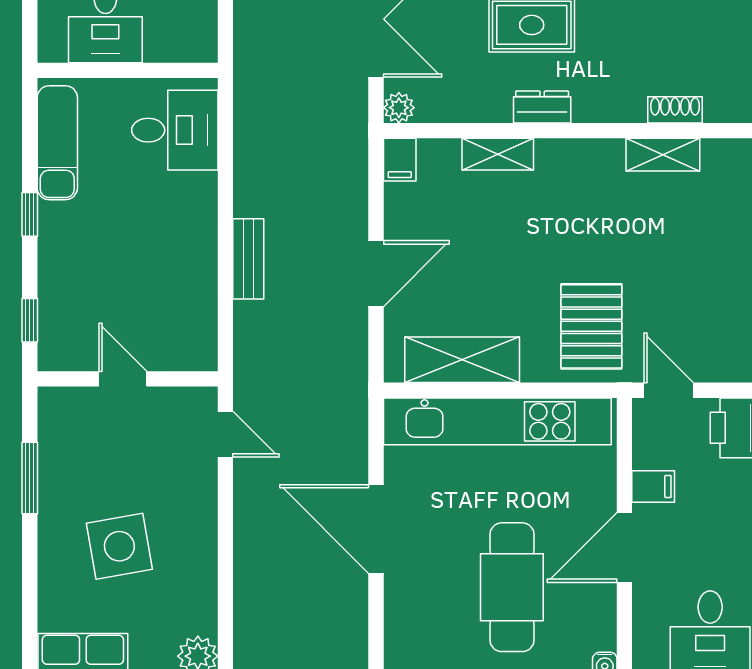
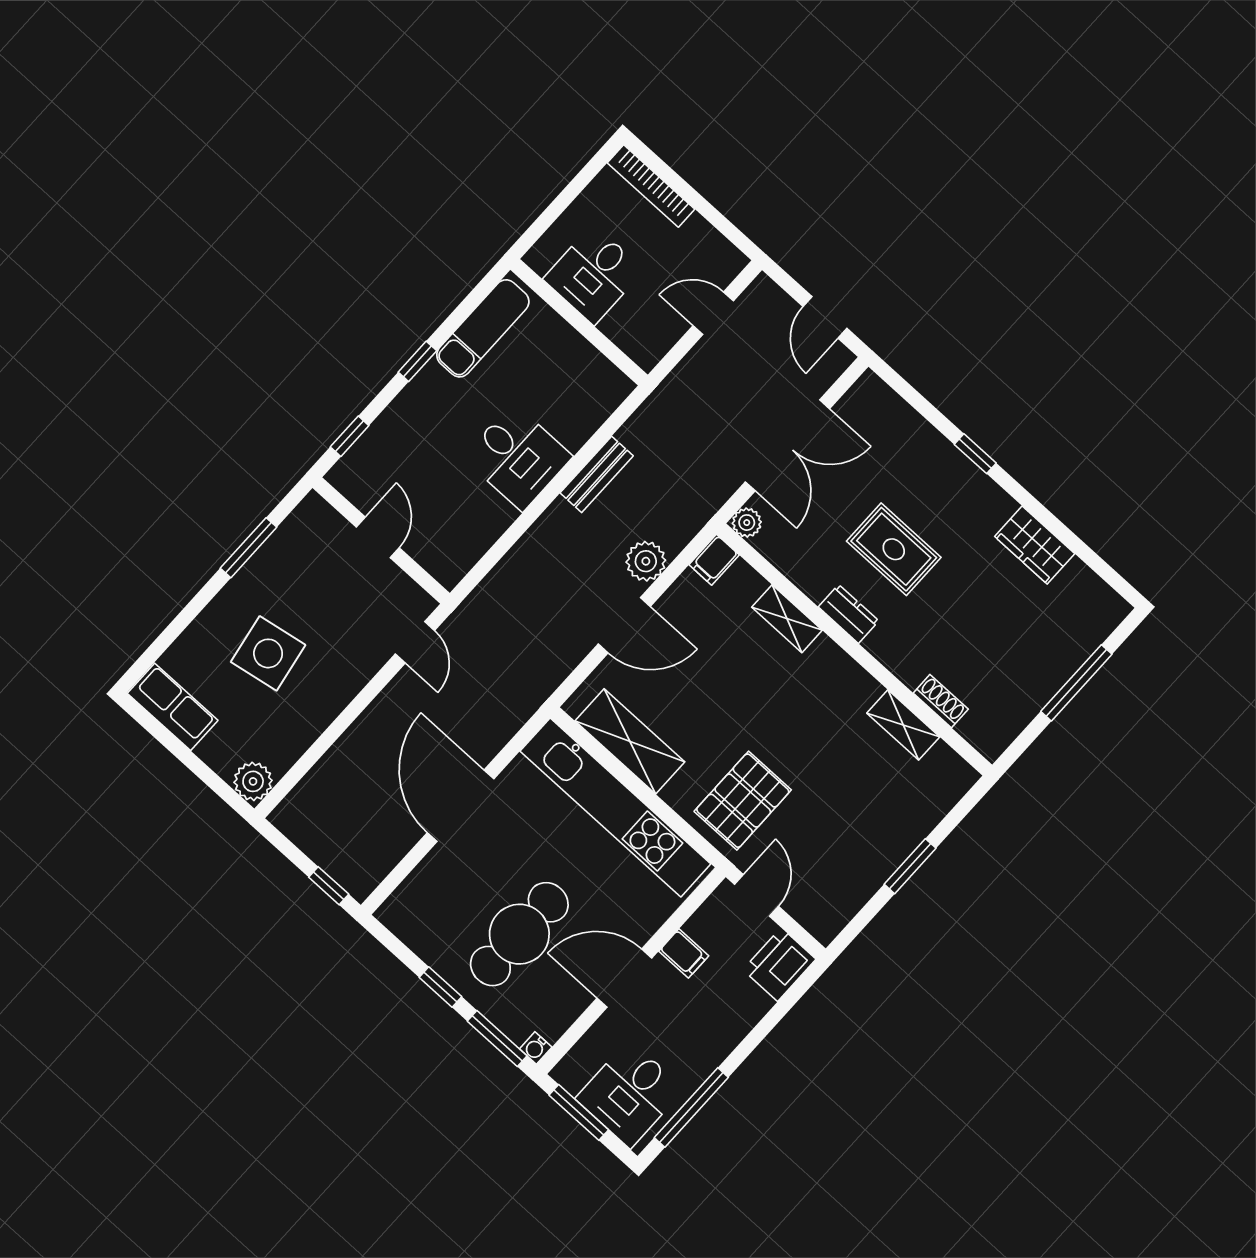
desk: (175, 130) -> (518, 457), moved
plant: (348, 209) -> (646, 561), added
bench: (248, 259) -> (597, 474), moved

